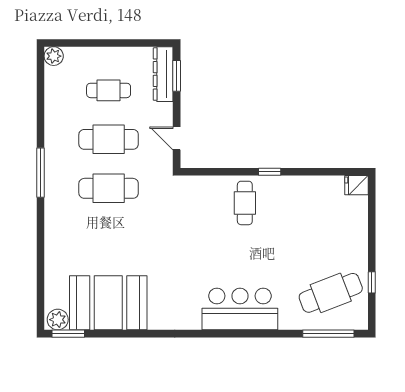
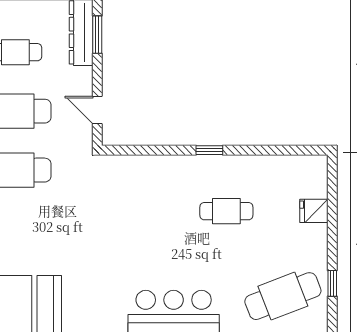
fridge: (356, 185) -> (314, 211), moved
cafe table: (245, 203) -> (226, 211), moved, turned 90

